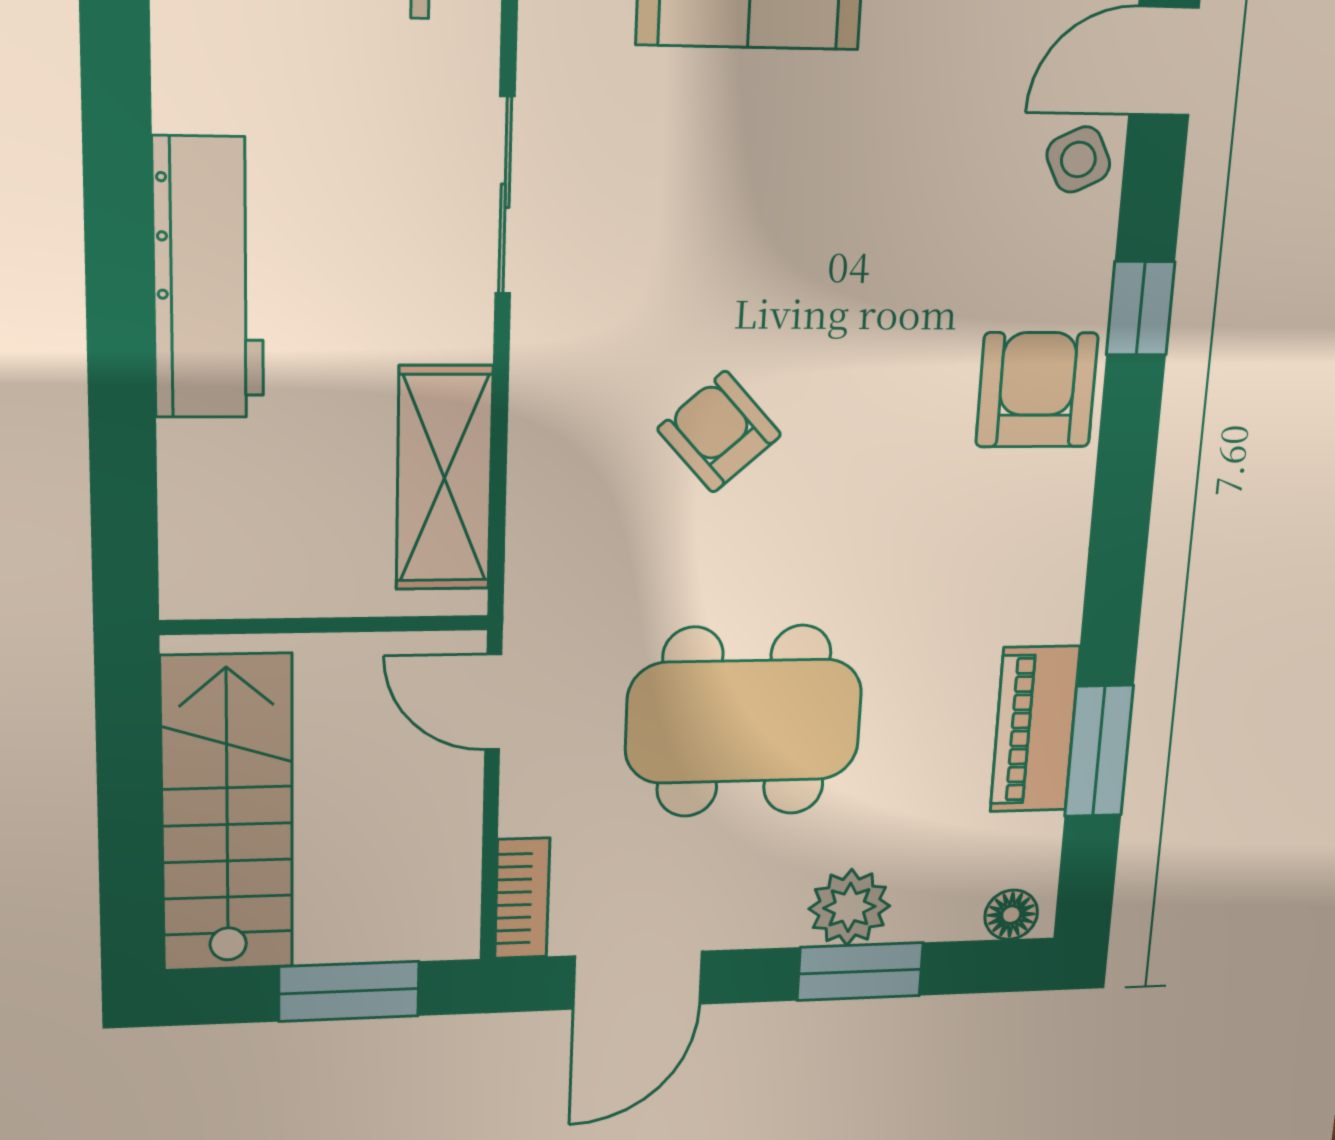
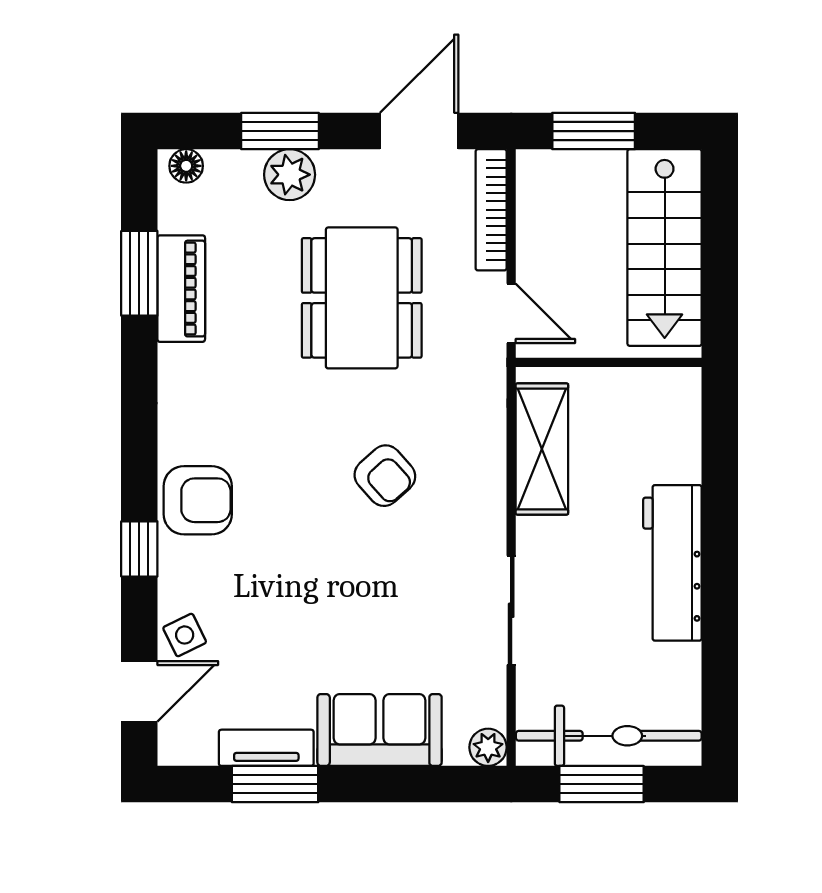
armchair: (1037, 390) -> (198, 500), turned -90
dining table: (744, 721) -> (362, 298), turned 90
bookcase: (522, 898) -> (491, 210), width x1.56

